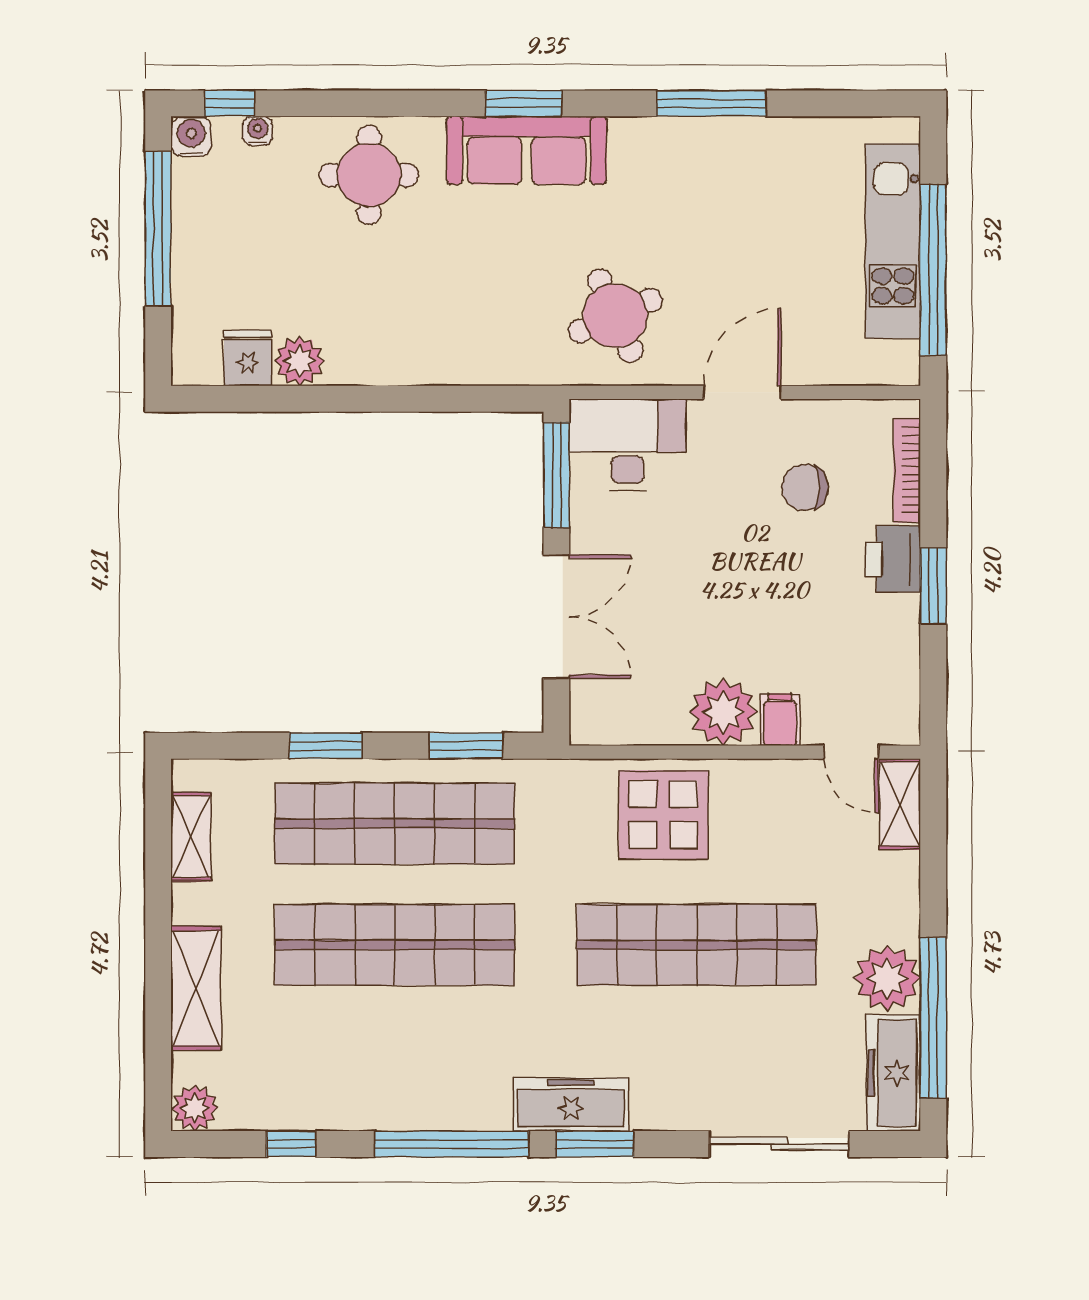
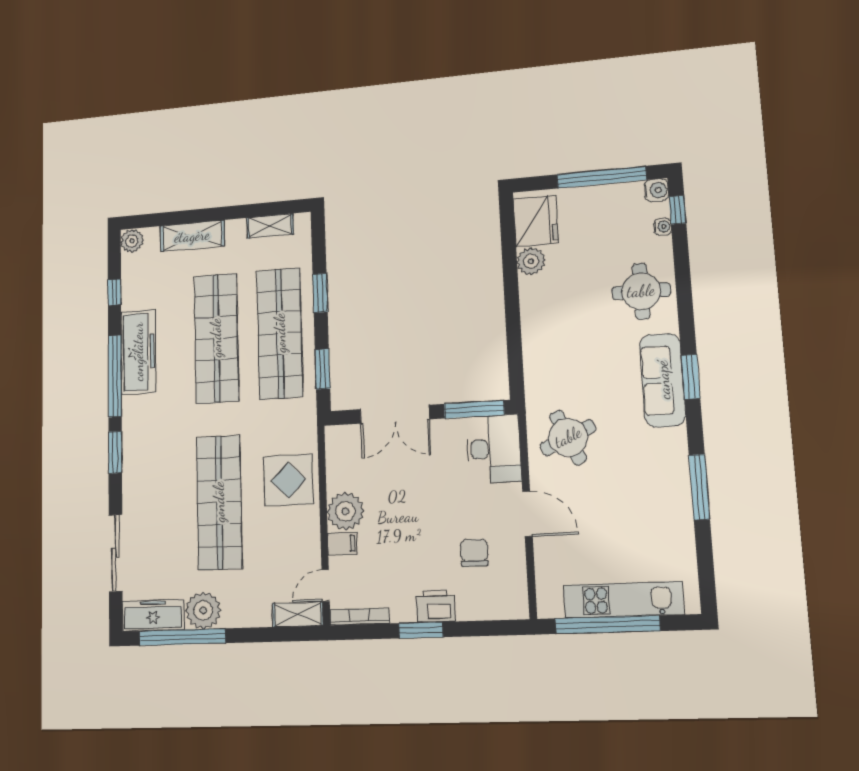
fridge: (248, 358) -> (536, 221), width x1.88, depth x1.34
bookcase: (907, 470) -> (359, 617), moved
freezer: (571, 1104) -> (138, 352), moved, width x1.36, depth x1.26

